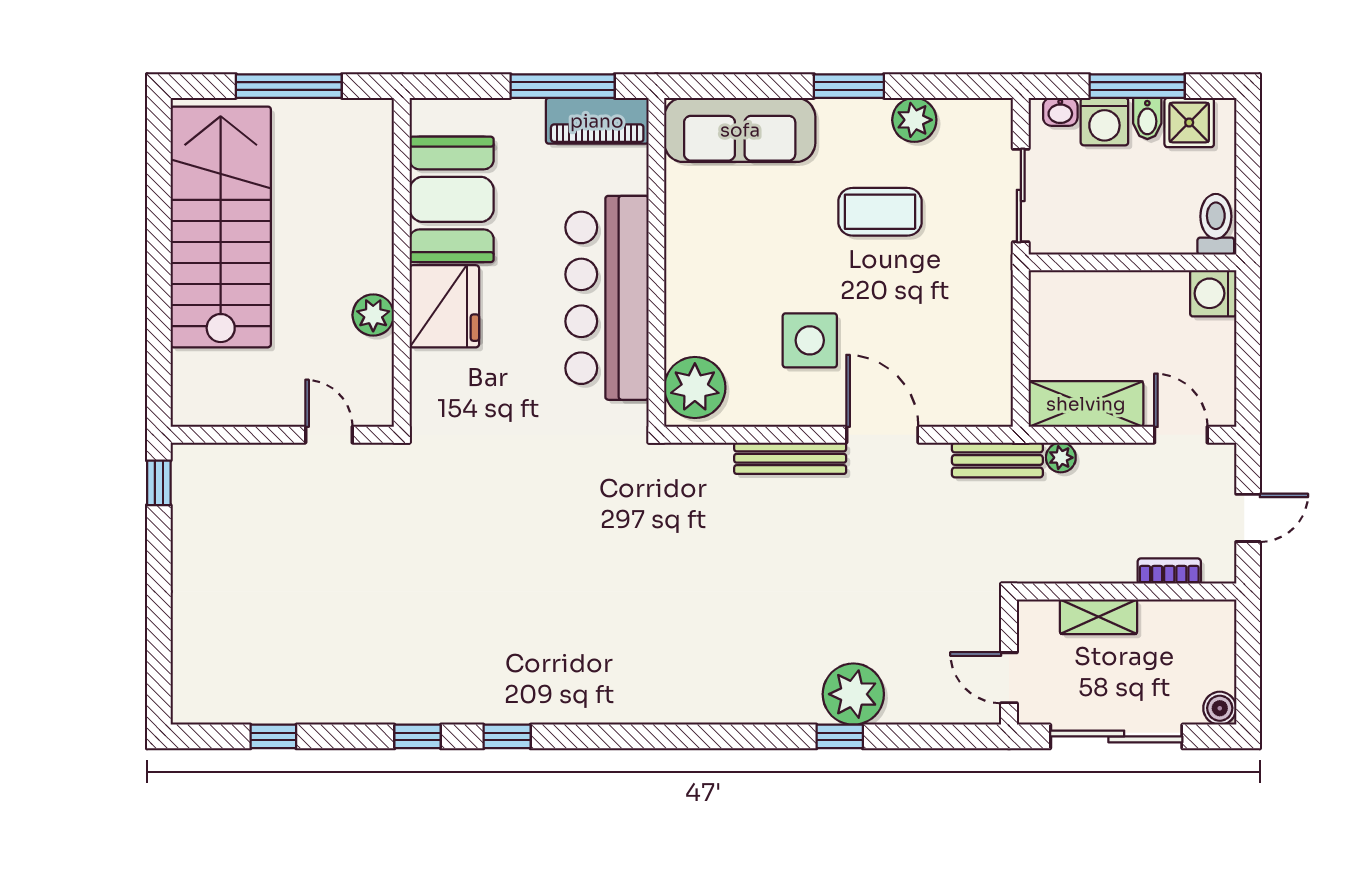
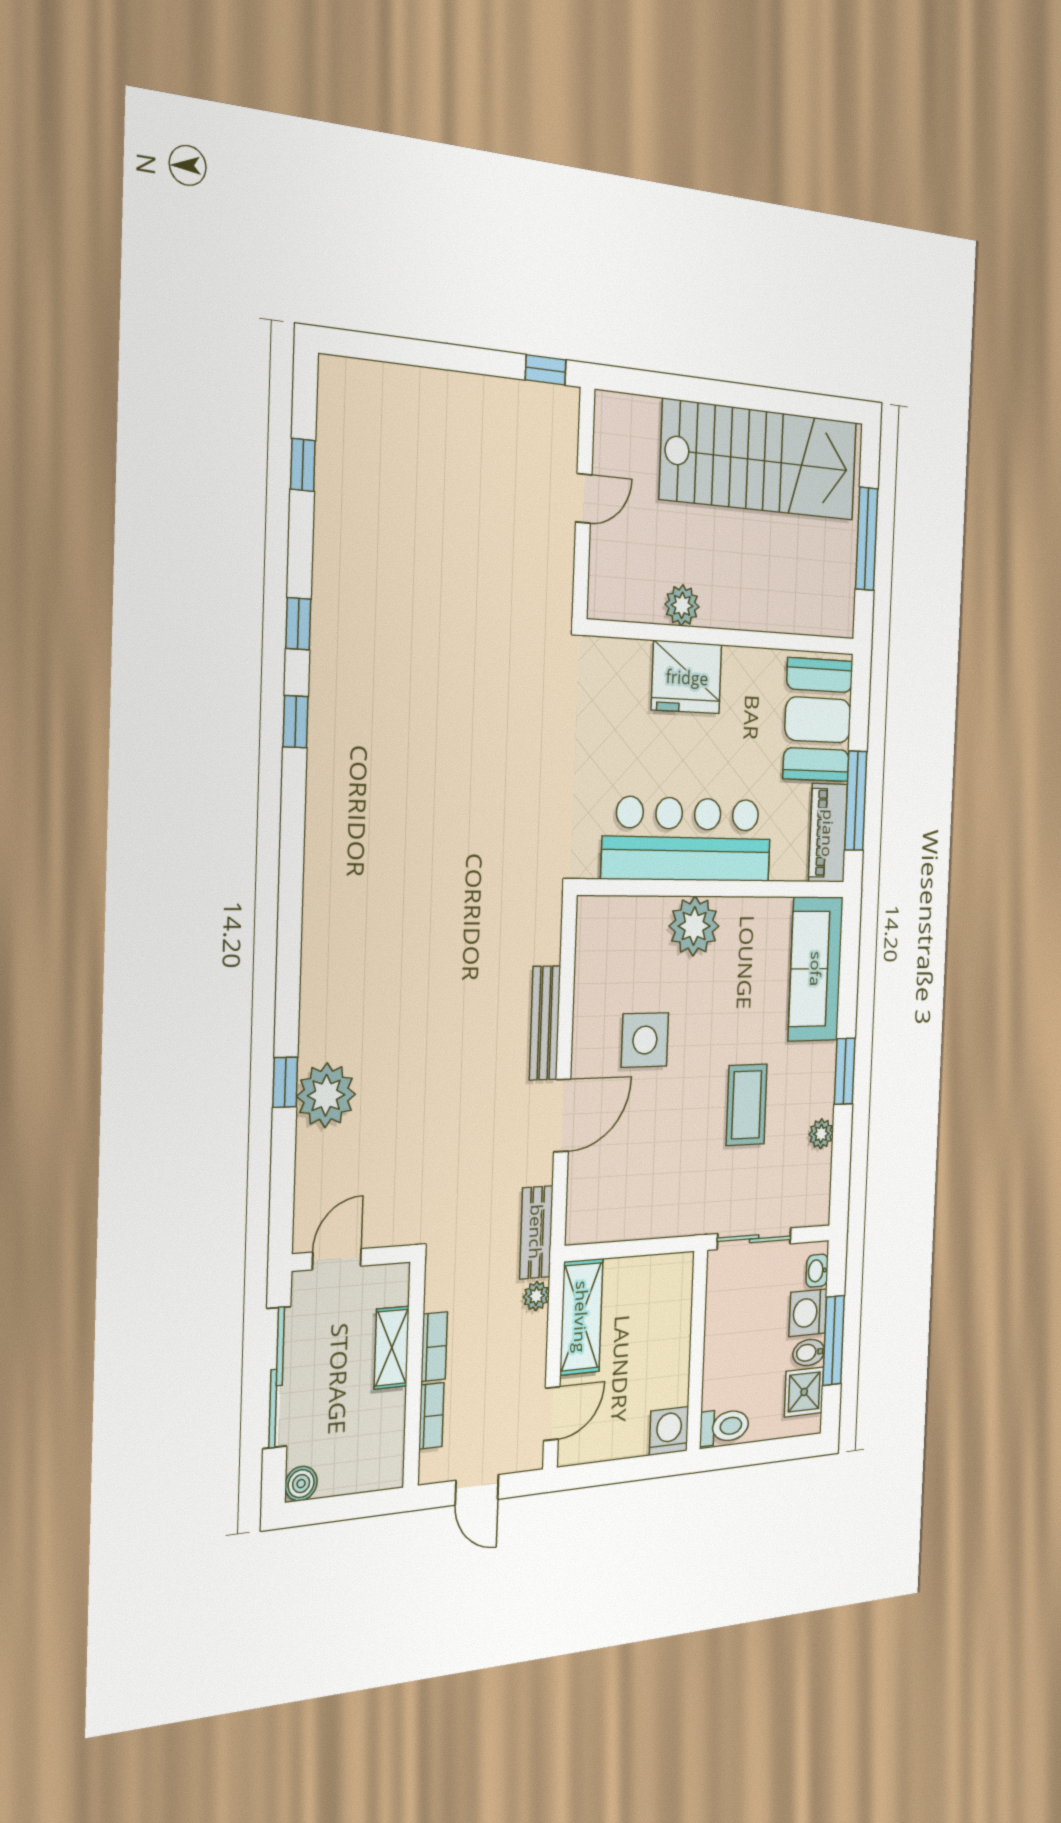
plant: (914, 120) -> (821, 1134), width x0.73, depth x0.73
booth: (452, 199) -> (818, 720), moved, turned 90
plant: (695, 388) -> (694, 926), moved
door: (329, 435) -> (584, 498), moved
bookcase: (1102, 570) -> (434, 1347), added

